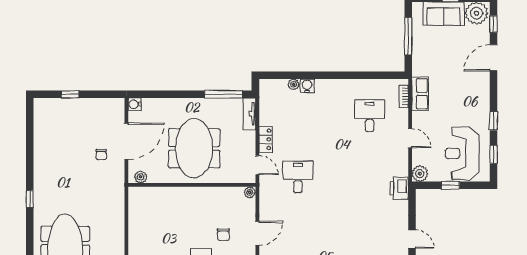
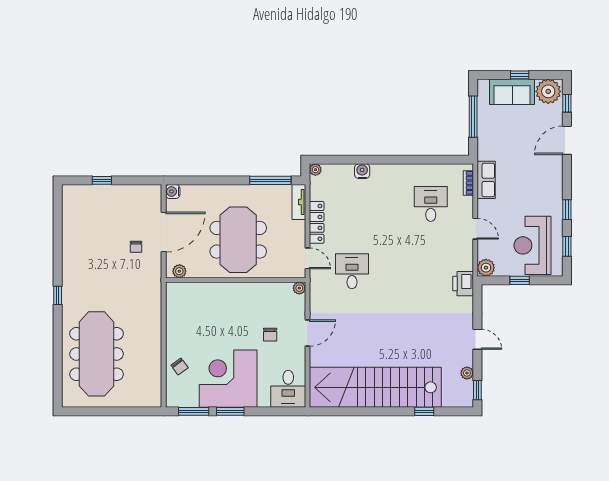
plant: (293, 84) -> (315, 170), moved
locker: (266, 139) -> (317, 222), width x1.53

